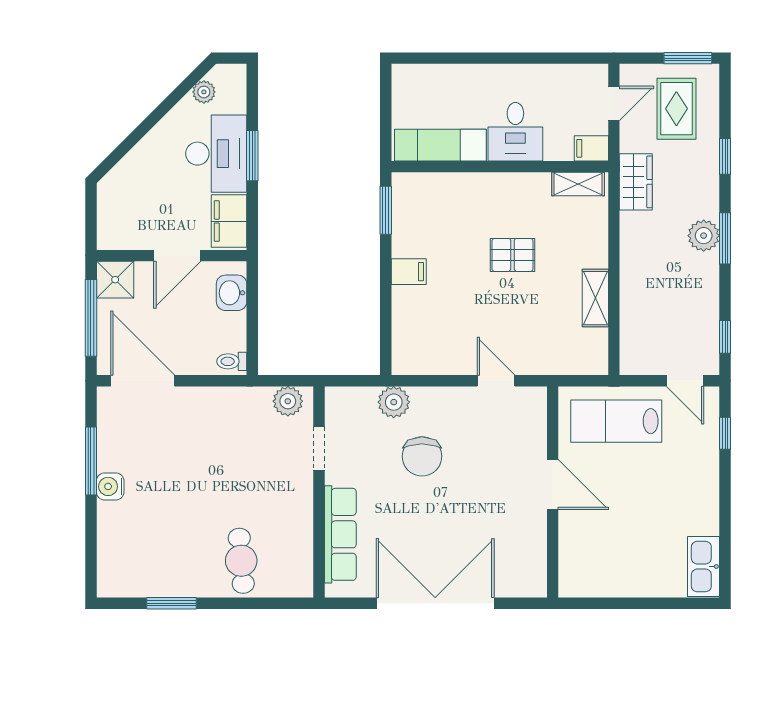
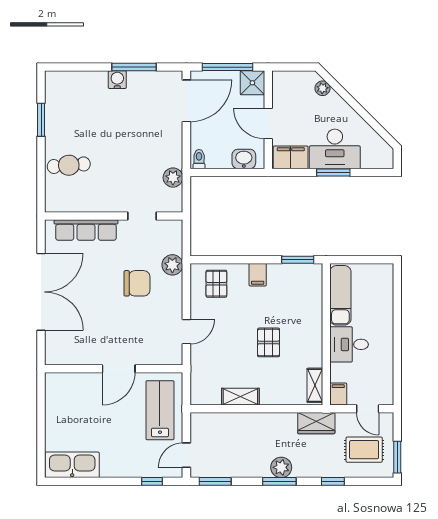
plant: (204, 92) -> (322, 88), moved
pallet: (422, 335) -> (216, 284), added
window: (725, 337) -> (215, 481), width x1.50
plant: (288, 401) -> (173, 178), moved
chair: (422, 456) -> (137, 283), turned 180
kitchen sink: (704, 567) -> (72, 465), width x1.36, depth x1.24

